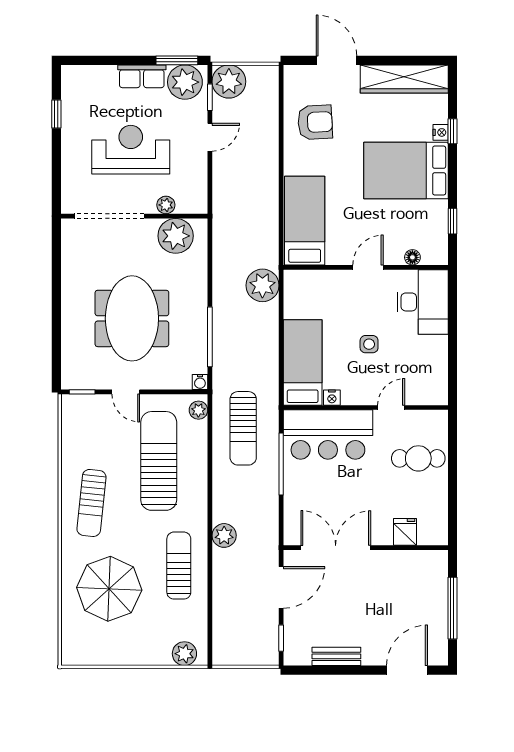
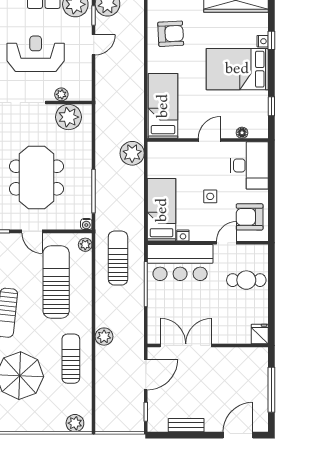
armchair: (423, 372) -> (250, 217), added
sun lounger: (243, 428) -> (118, 258), turned 180
fridge: (405, 532) -> (260, 334), moved

